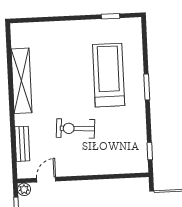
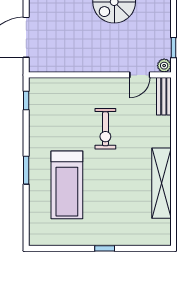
window: (110, 16) -> (105, 248), moved
exercise bike: (76, 128) -> (105, 129), turned 86
bench: (22, 144) -> (164, 96), moved

